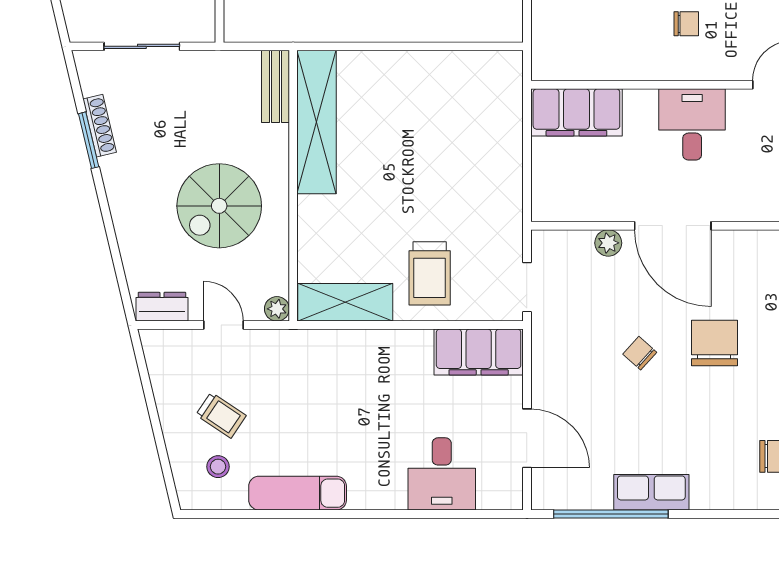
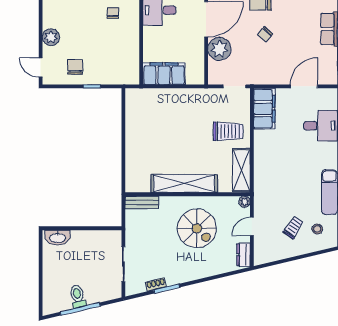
filing cabinet: (576, 112) -> (164, 74), moved, turned -90
shelving: (317, 122) -> (184, 183), moved
shoe rack: (100, 126) -> (156, 284), width x0.70
plant: (608, 243) -> (219, 49), width x1.87, depth x1.87

